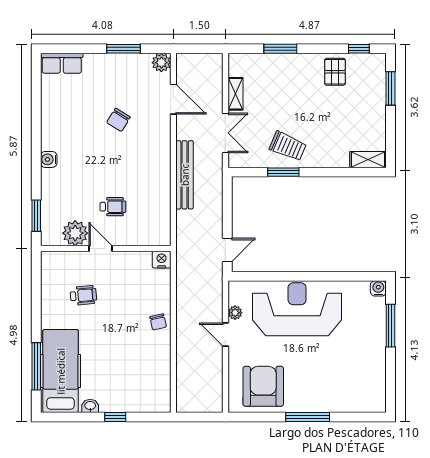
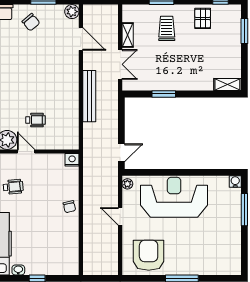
chair: (118, 120) -> (31, 22), moved, turned -72
trolley: (288, 146) -> (167, 28), moved, turned -113
plant: (235, 313) -> (127, 184), moved

